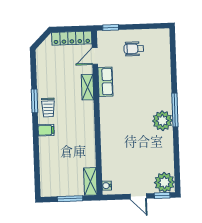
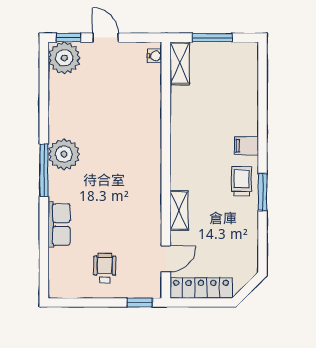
wheelchair: (134, 49) -> (105, 268), turned -90
row of seats: (105, 82) -> (59, 225), moved, turned 180

